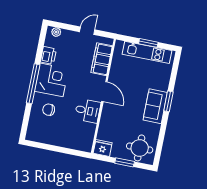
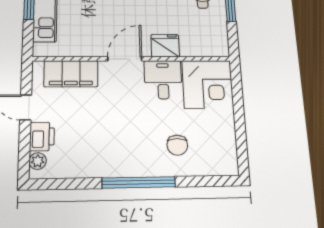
printer: (48, 55) -> (42, 137), moved, turned 90
corner desk: (51, 80) -> (208, 84), moved, turned 180
fridge: (103, 148) -> (165, 46), moved, turned 90

